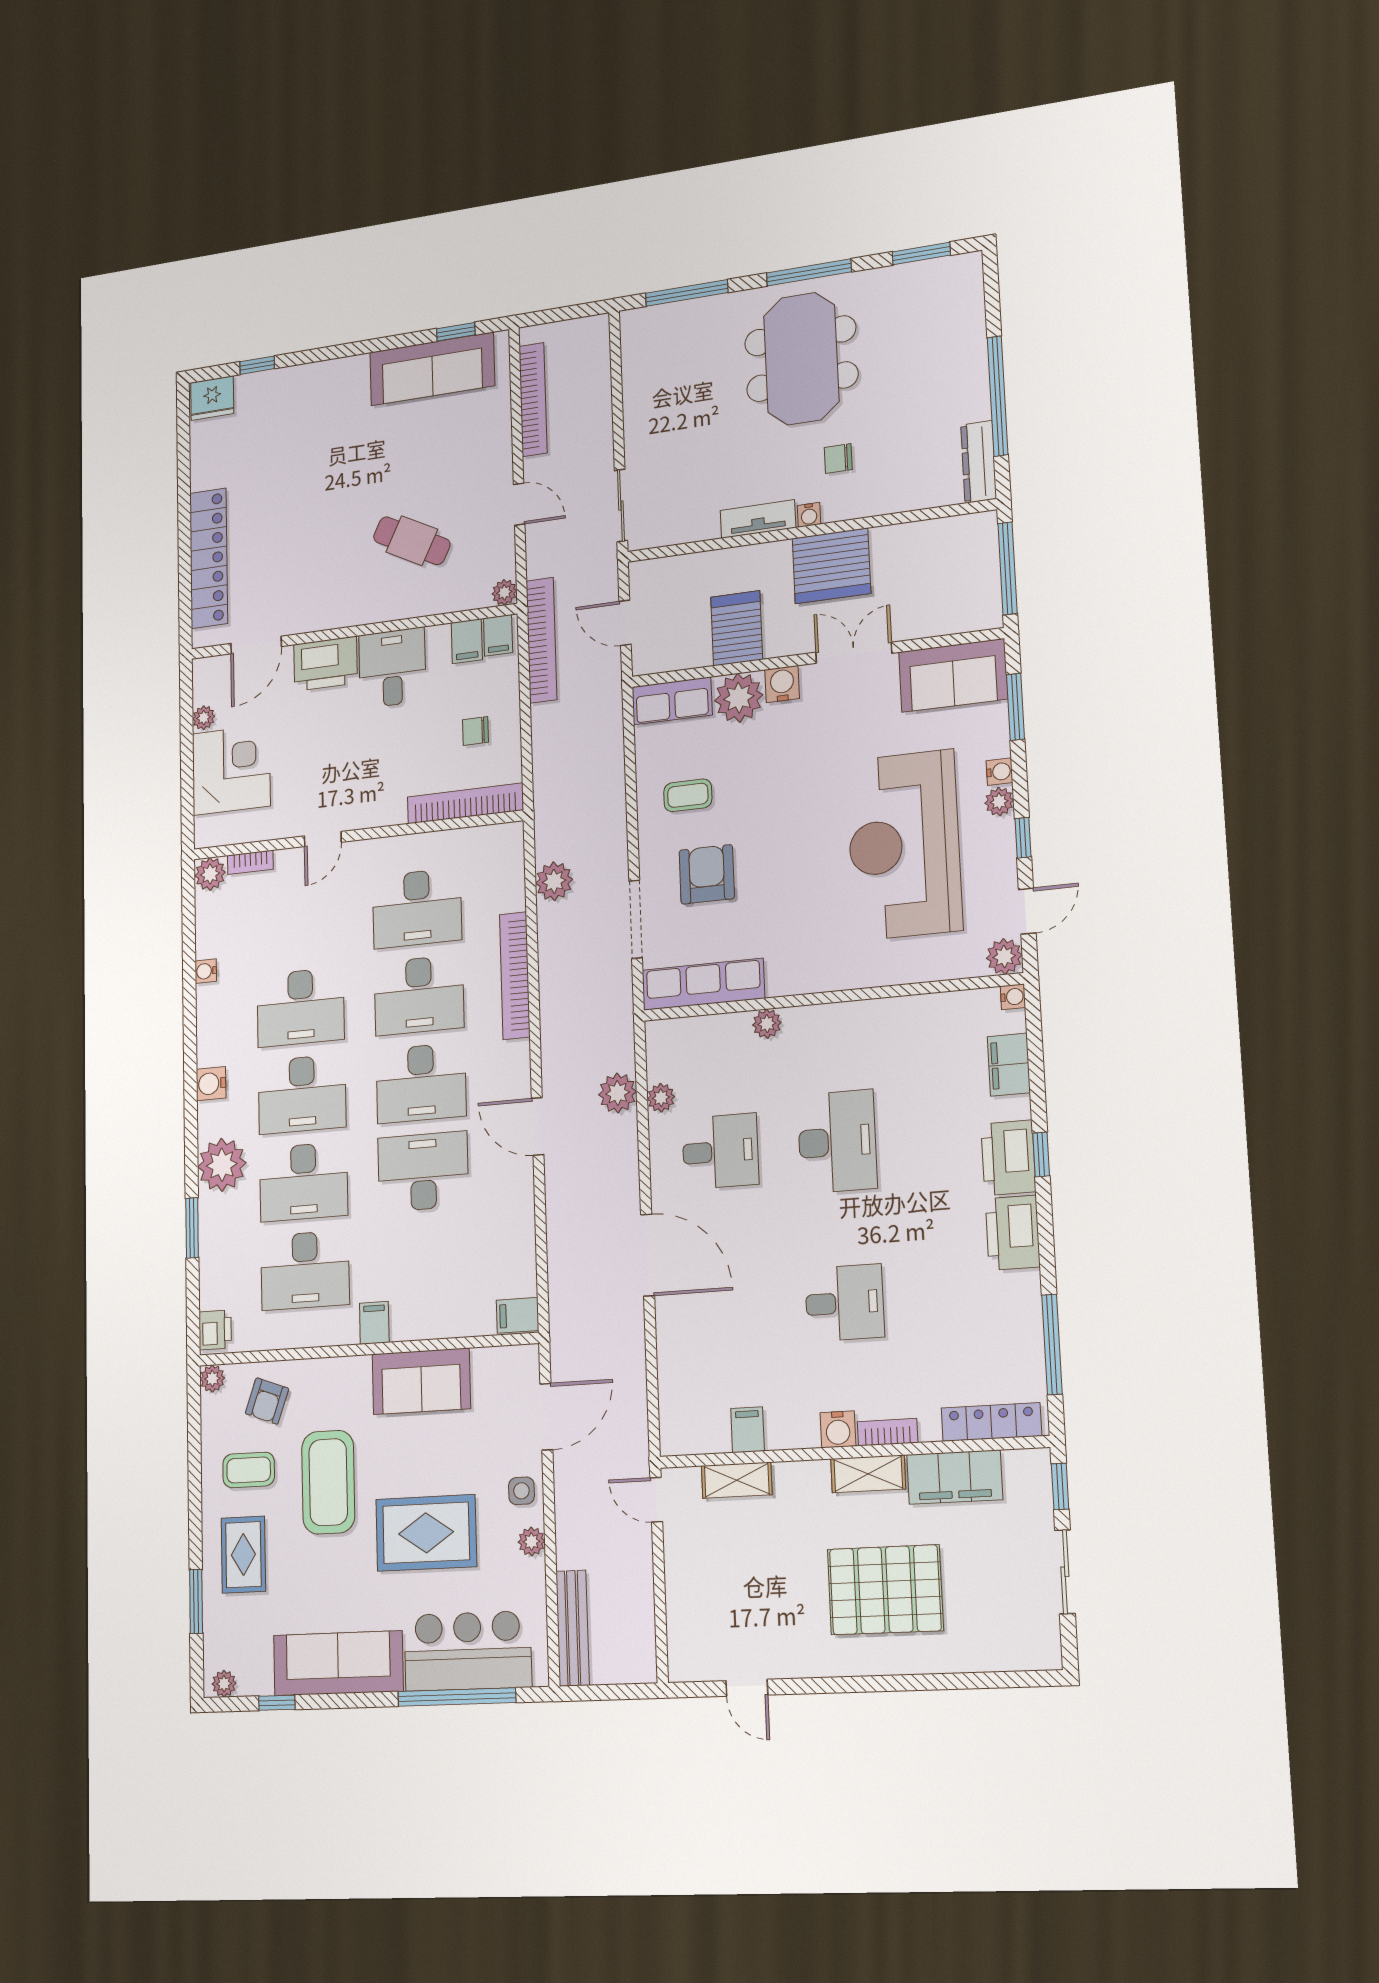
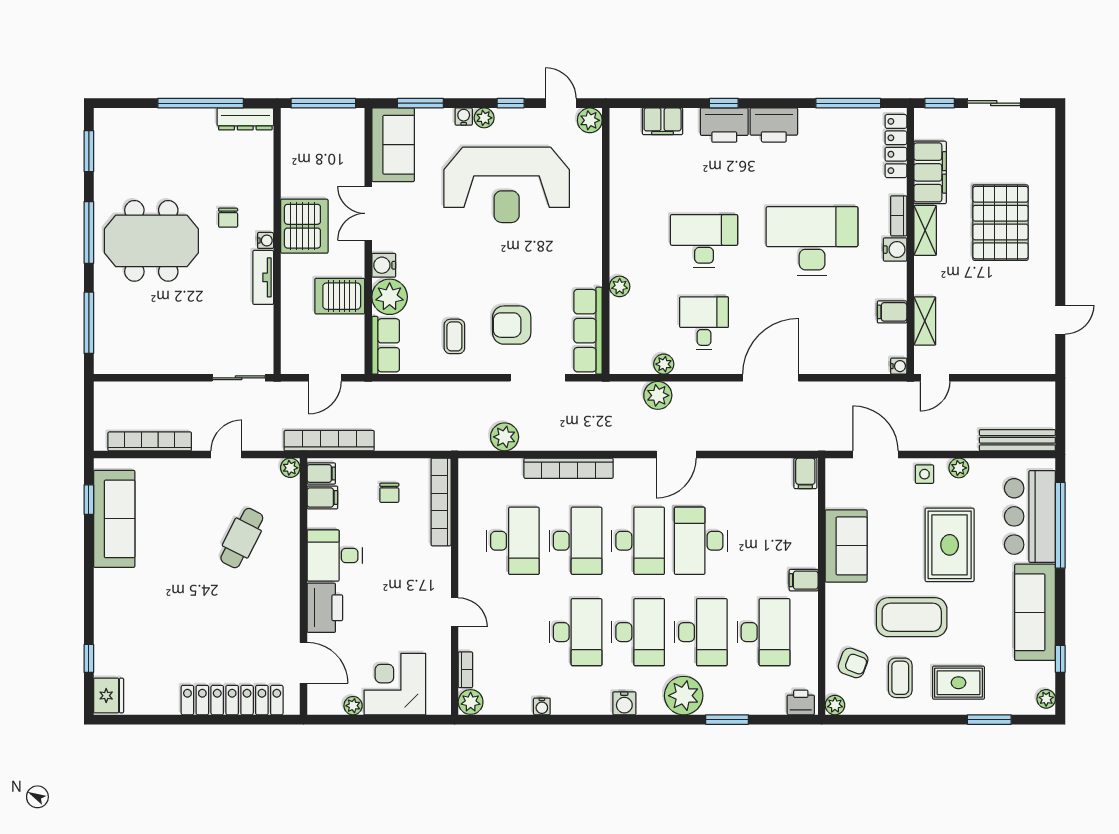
water cooler: (1013, 997) -> (899, 366), moved, turned 90
desk: (845, 1303) -> (812, 241), width x1.87, depth x1.30

